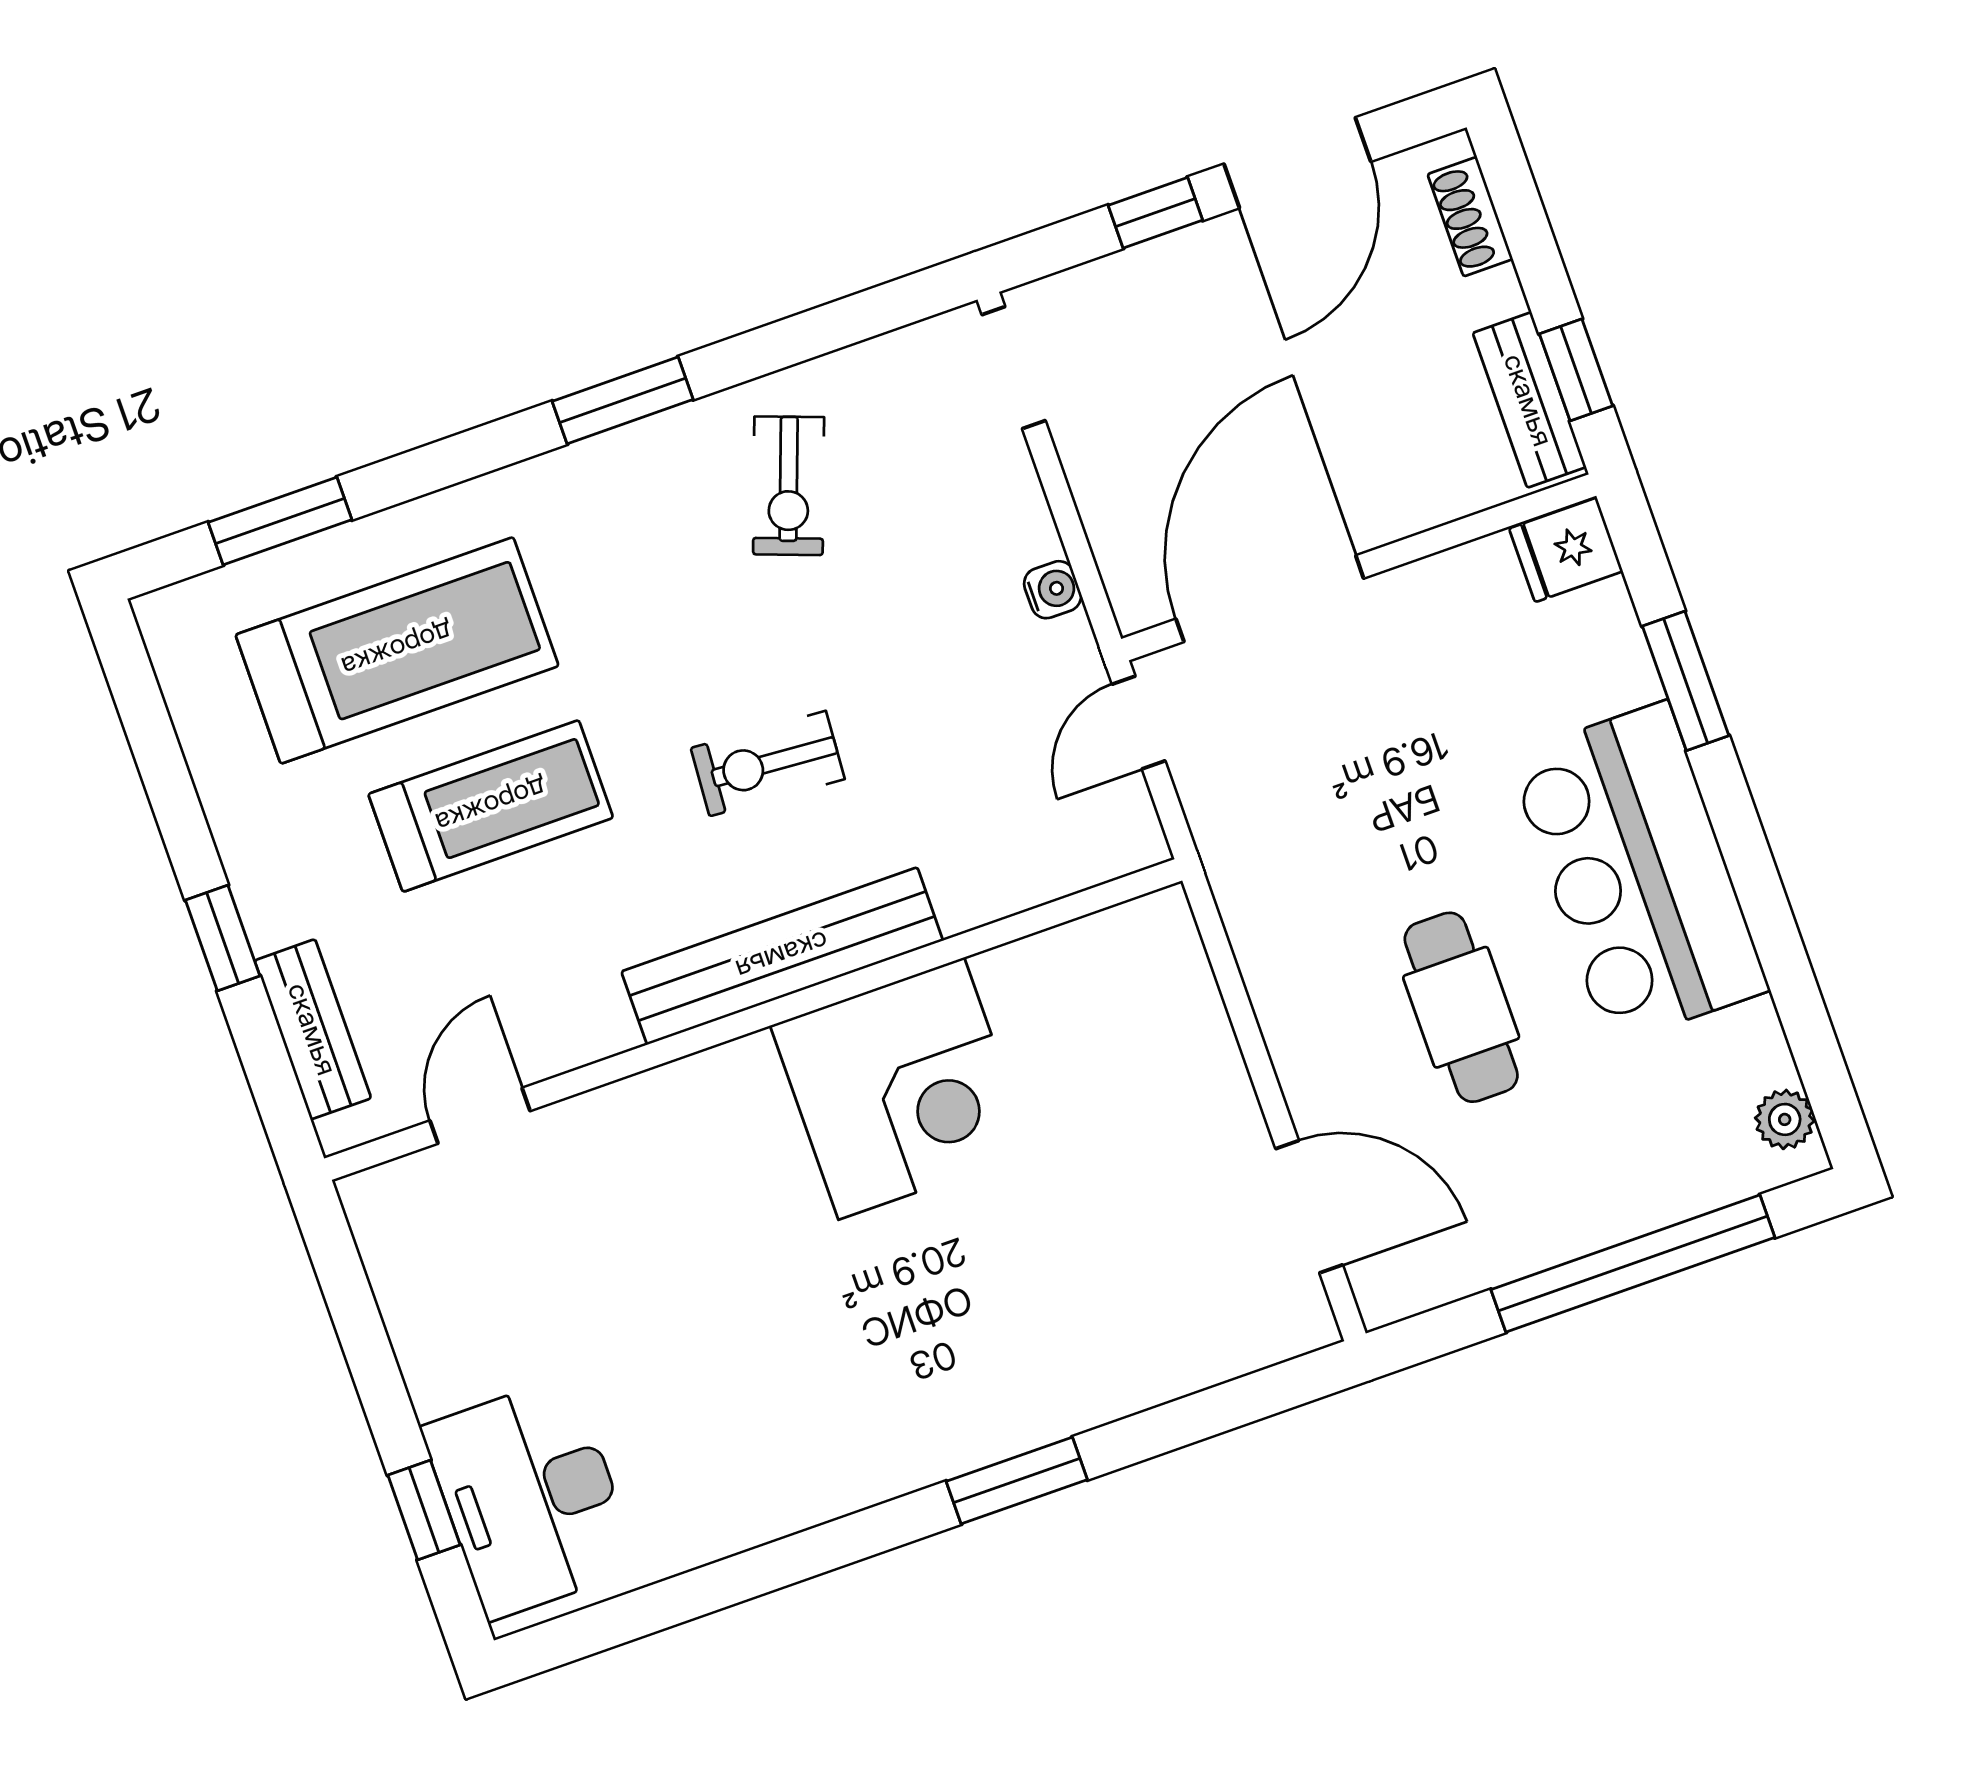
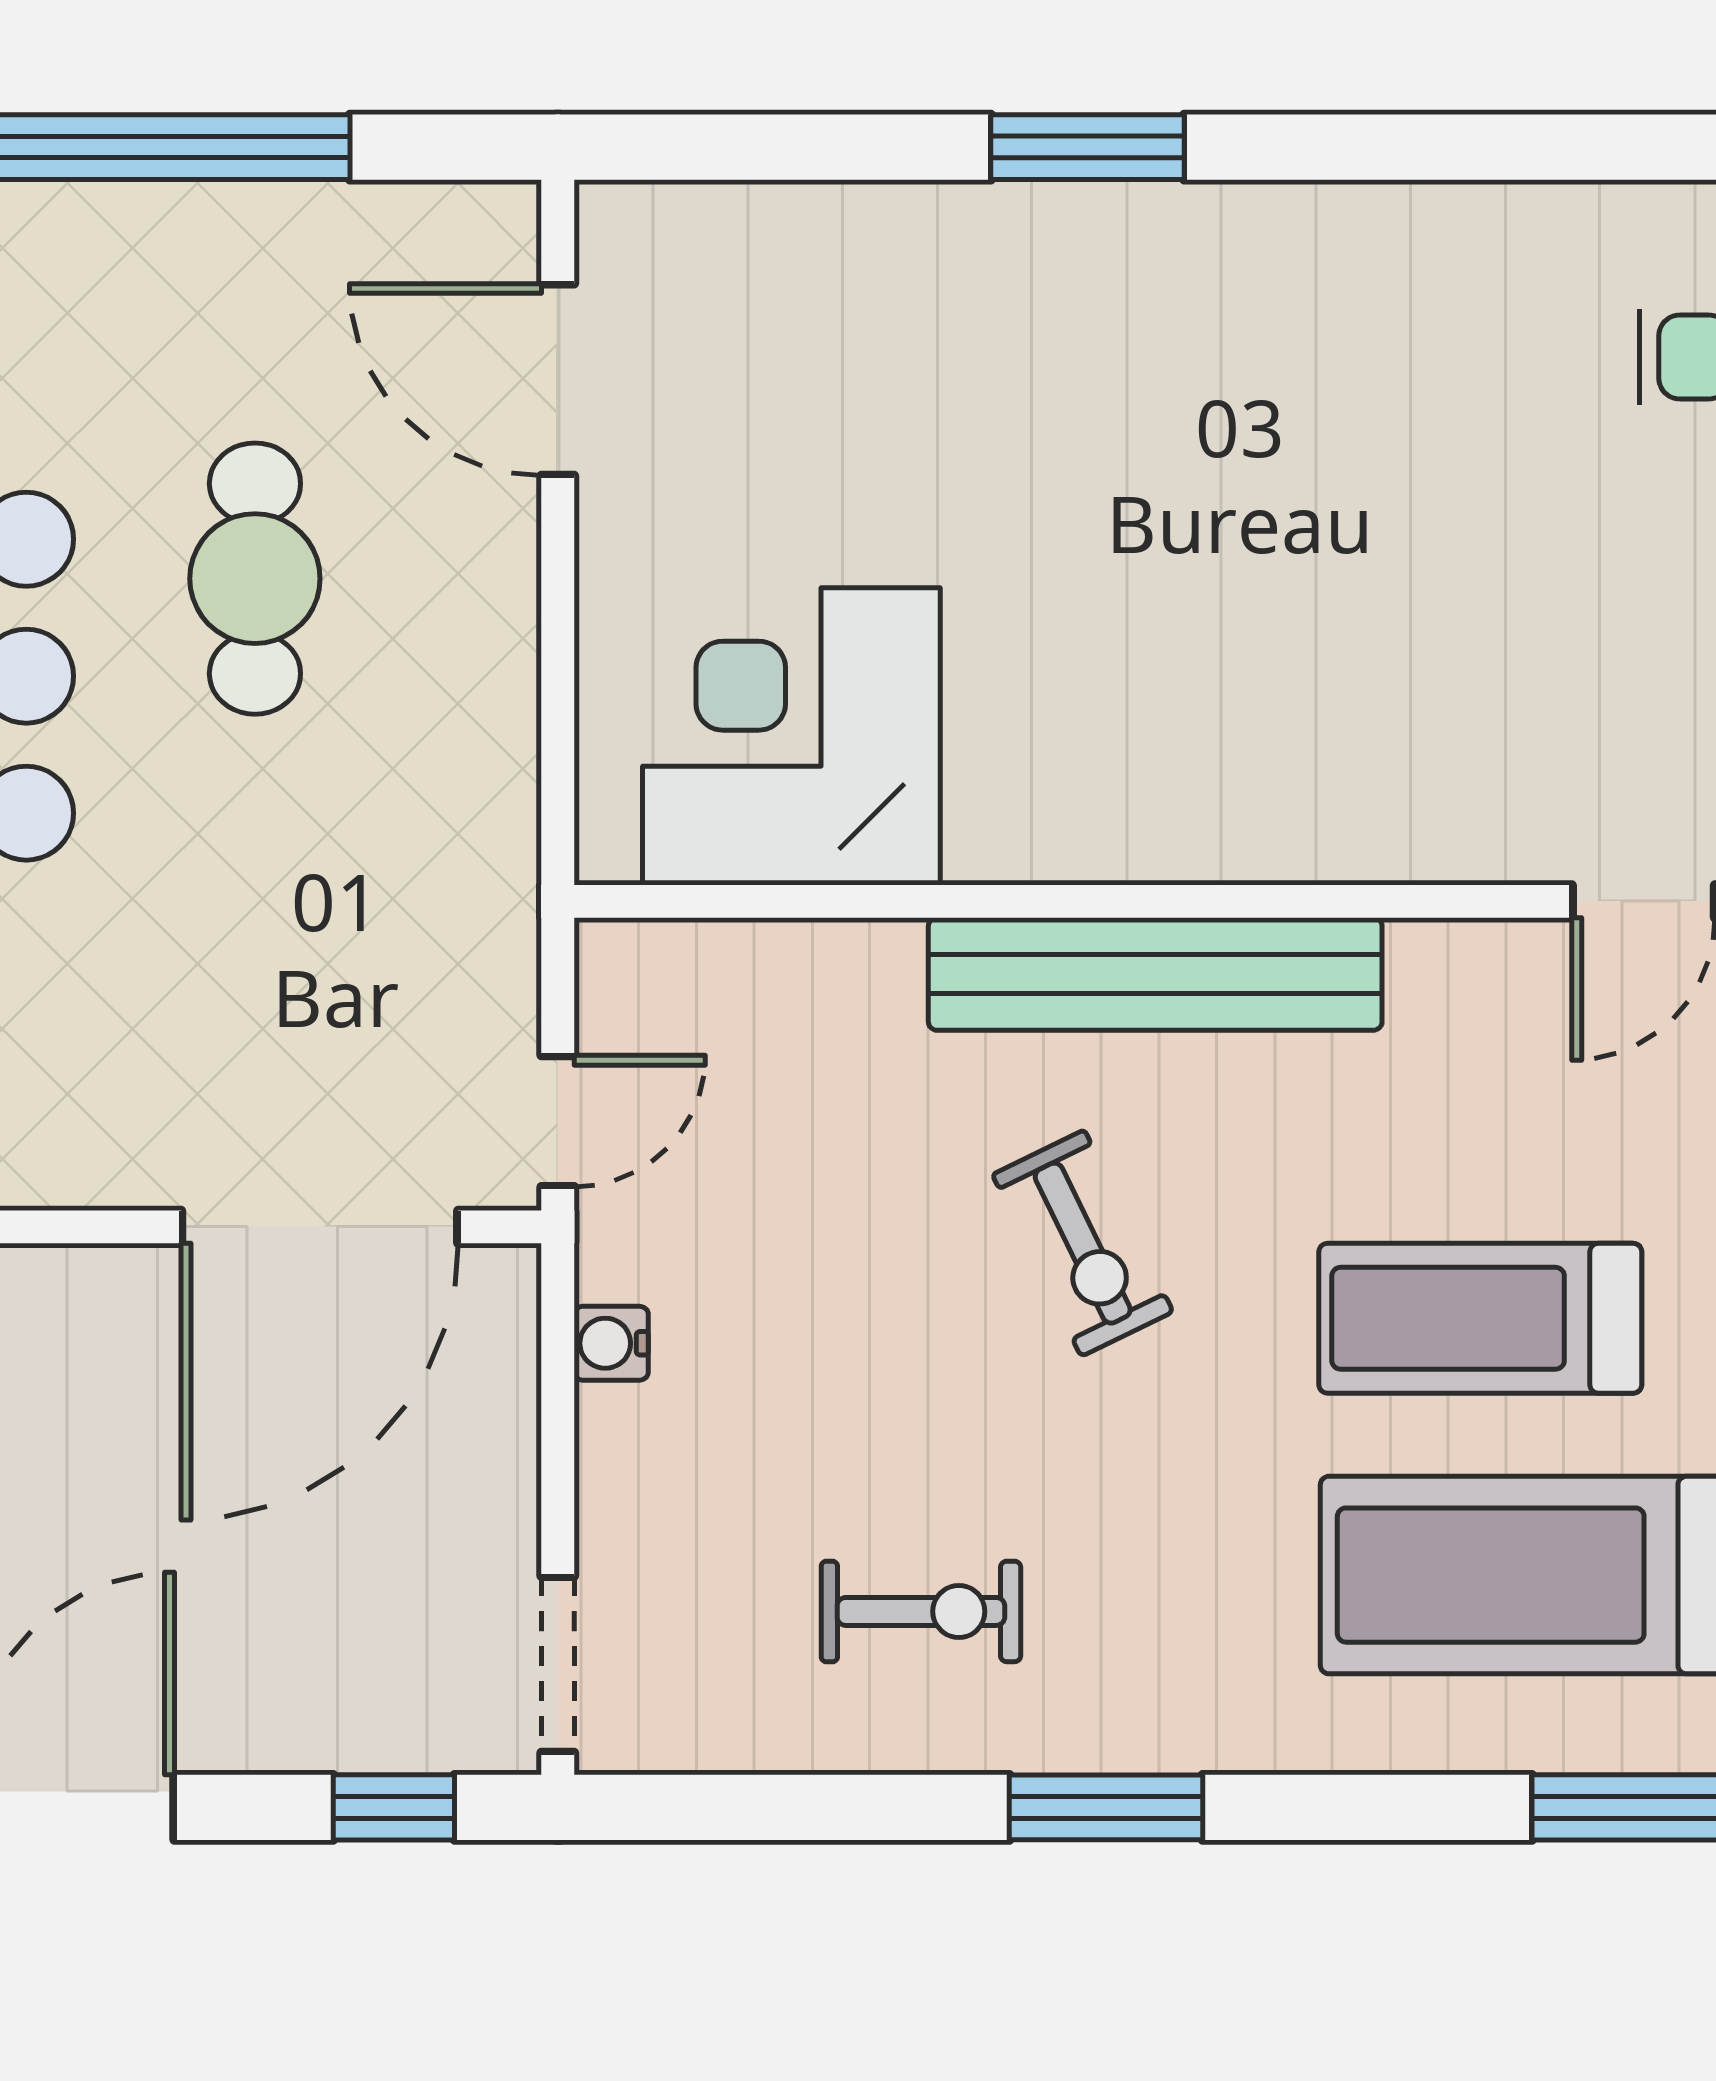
window: (1155, 213) -> (394, 1807), moved
exercise bike: (789, 486) -> (921, 1611), turned 70
exercise bike: (768, 764) -> (1083, 1243), turned 60
corner desk: (901, 1089) -> (791, 736), moved

